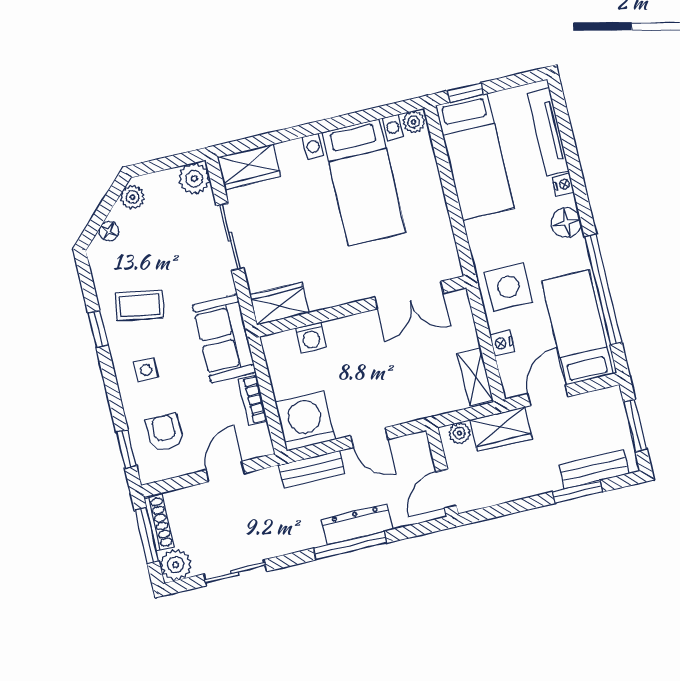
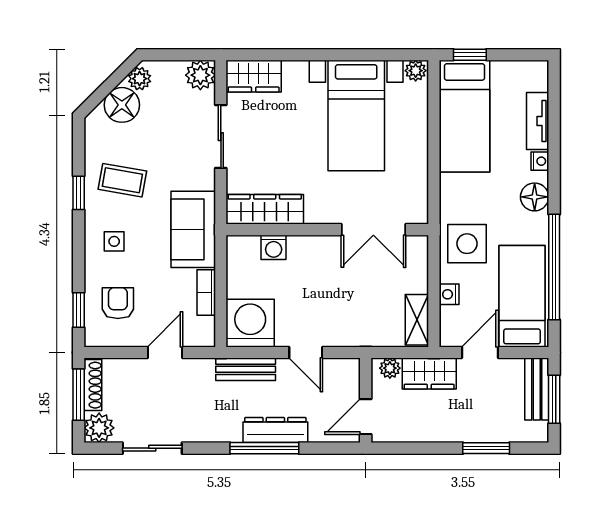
tv unit: (548, 132) -> (538, 121), width x0.71
floor lamp: (109, 231) -> (122, 105), width x1.89, depth x1.89
wardrobe: (279, 304) -> (265, 209), width x1.50
bench: (594, 469) -> (537, 389), moved, turned 90

